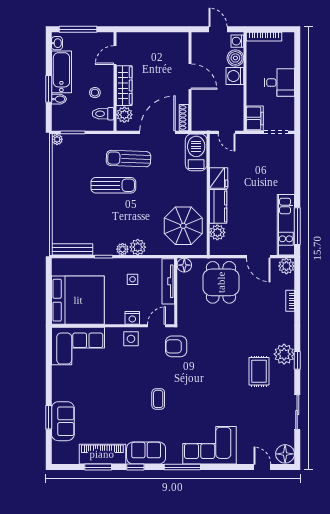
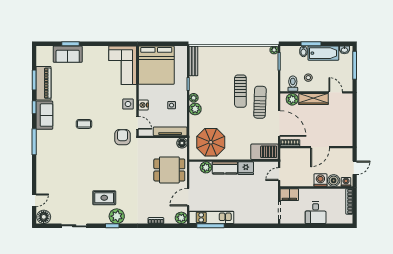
corner sofa: (209, 445) -> (50, 161), removed

